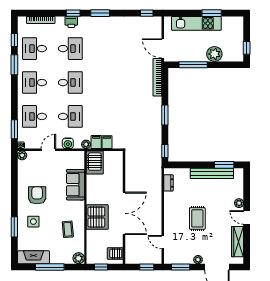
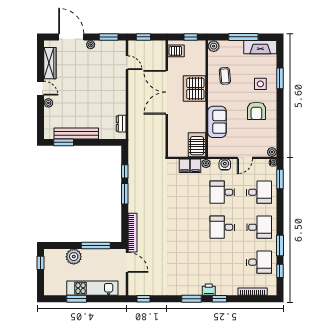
printer: (71, 22) -> (209, 290), moved
desk: (70, 49) -> (222, 262), removed
window: (165, 151) -> (125, 171), moved
rug: (197, 218) -> (91, 87), removed

